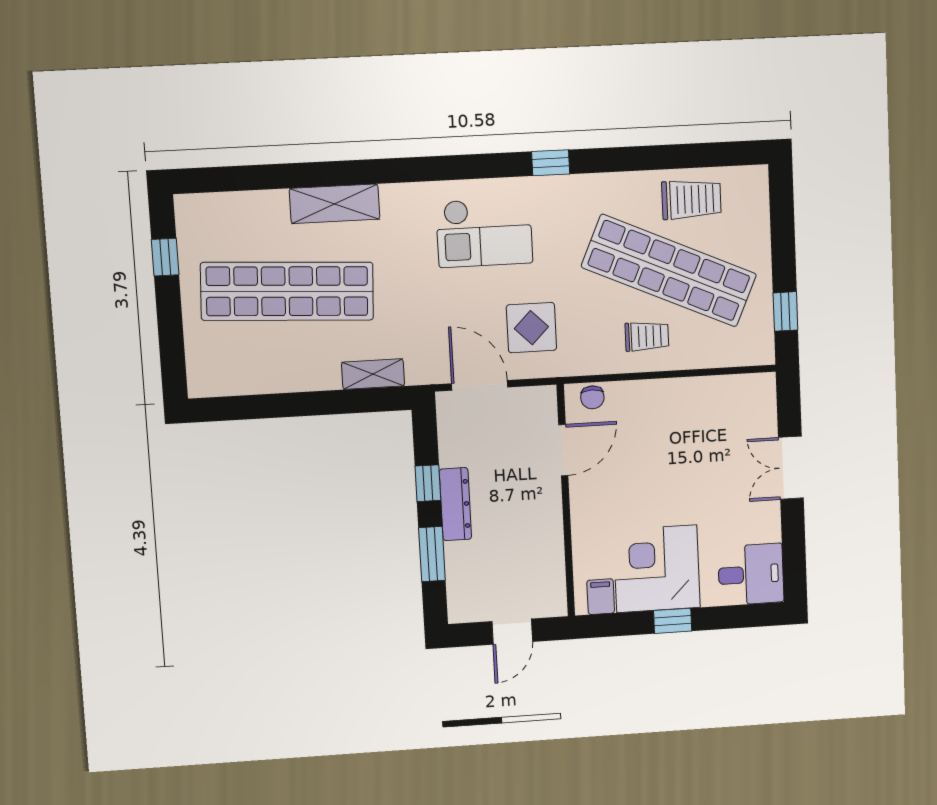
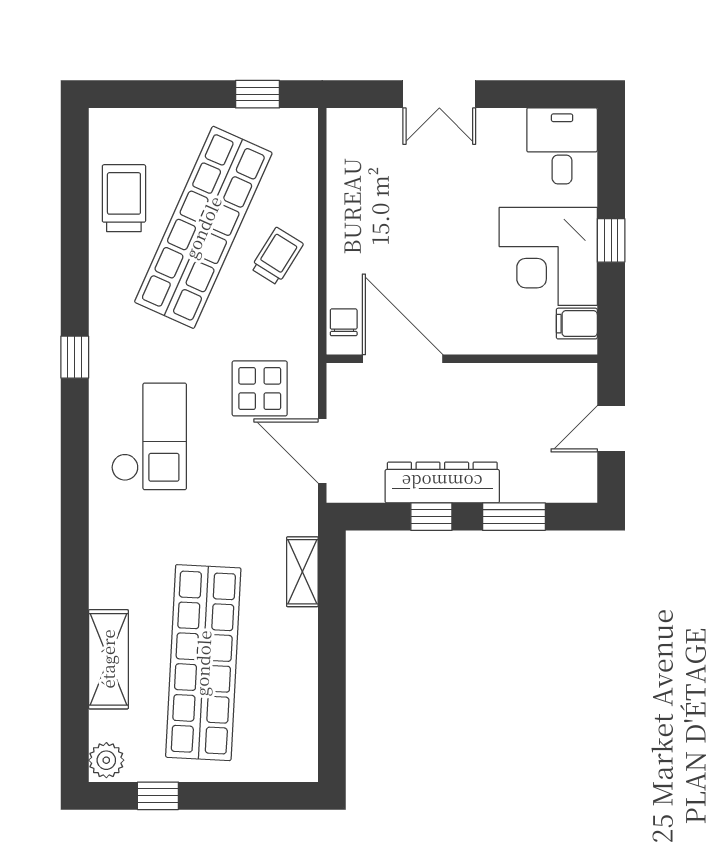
shelving: (335, 204) -> (108, 659), moved
plant: (194, 209) -> (106, 760), added
trolley: (647, 336) -> (277, 256), turned 32
door: (480, 385) -> (322, 451), hinge flipped
chair: (592, 397) -> (344, 322), turned -90
door: (563, 450) -> (403, 359), width x1.36
dresser: (455, 504) -> (442, 482), width x1.37, depth x1.24
door: (512, 632) -> (611, 429), swing flipped

